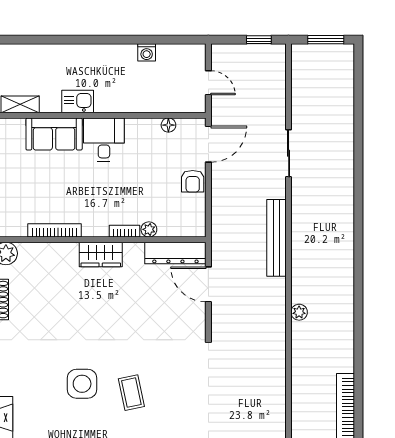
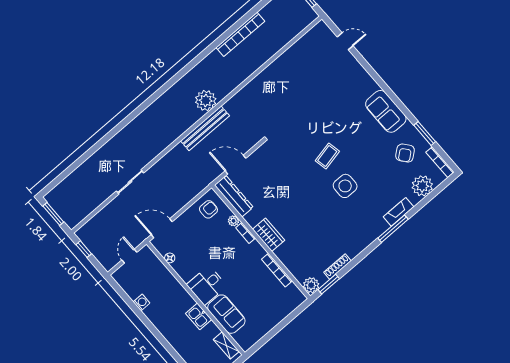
armchair: (193, 181) -> (208, 209), moved
bench: (277, 238) -> (205, 128), moved
door: (208, 284) -> (235, 165), swing flipped
plant: (299, 312) -> (206, 101), width x1.88, depth x1.88

